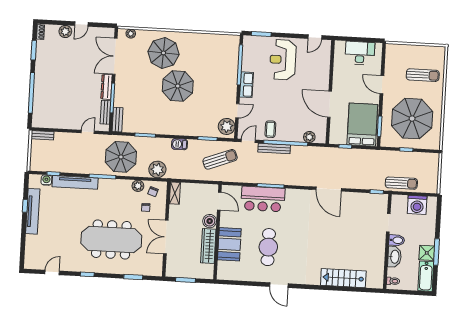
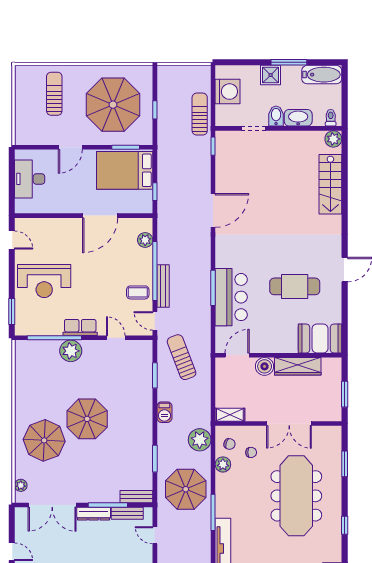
plant: (227, 126) -> (71, 351), moved
booth: (229, 244) -> (320, 338), moved
shower: (427, 253) -> (271, 75), moved
plant: (377, 282) -> (333, 139), added

